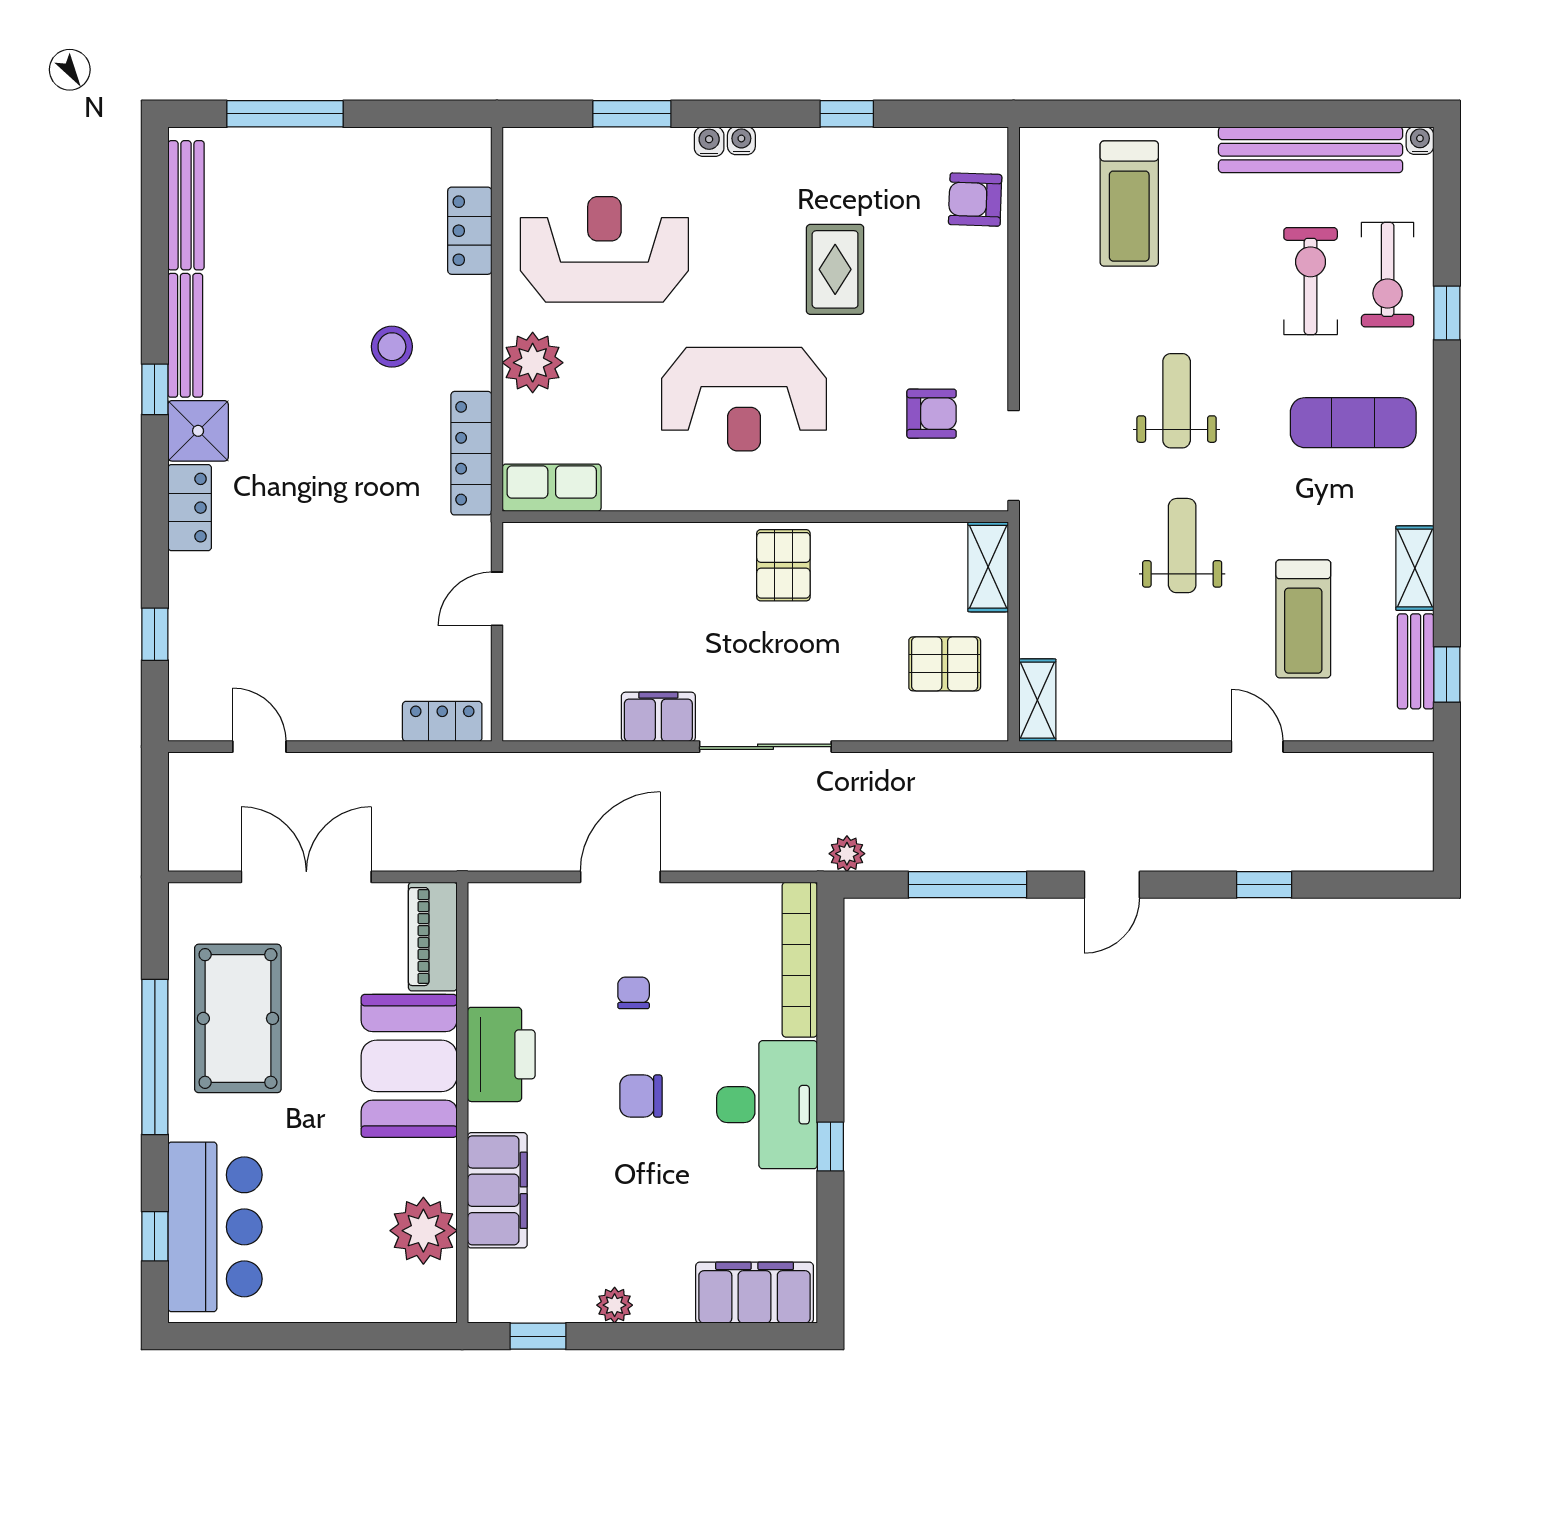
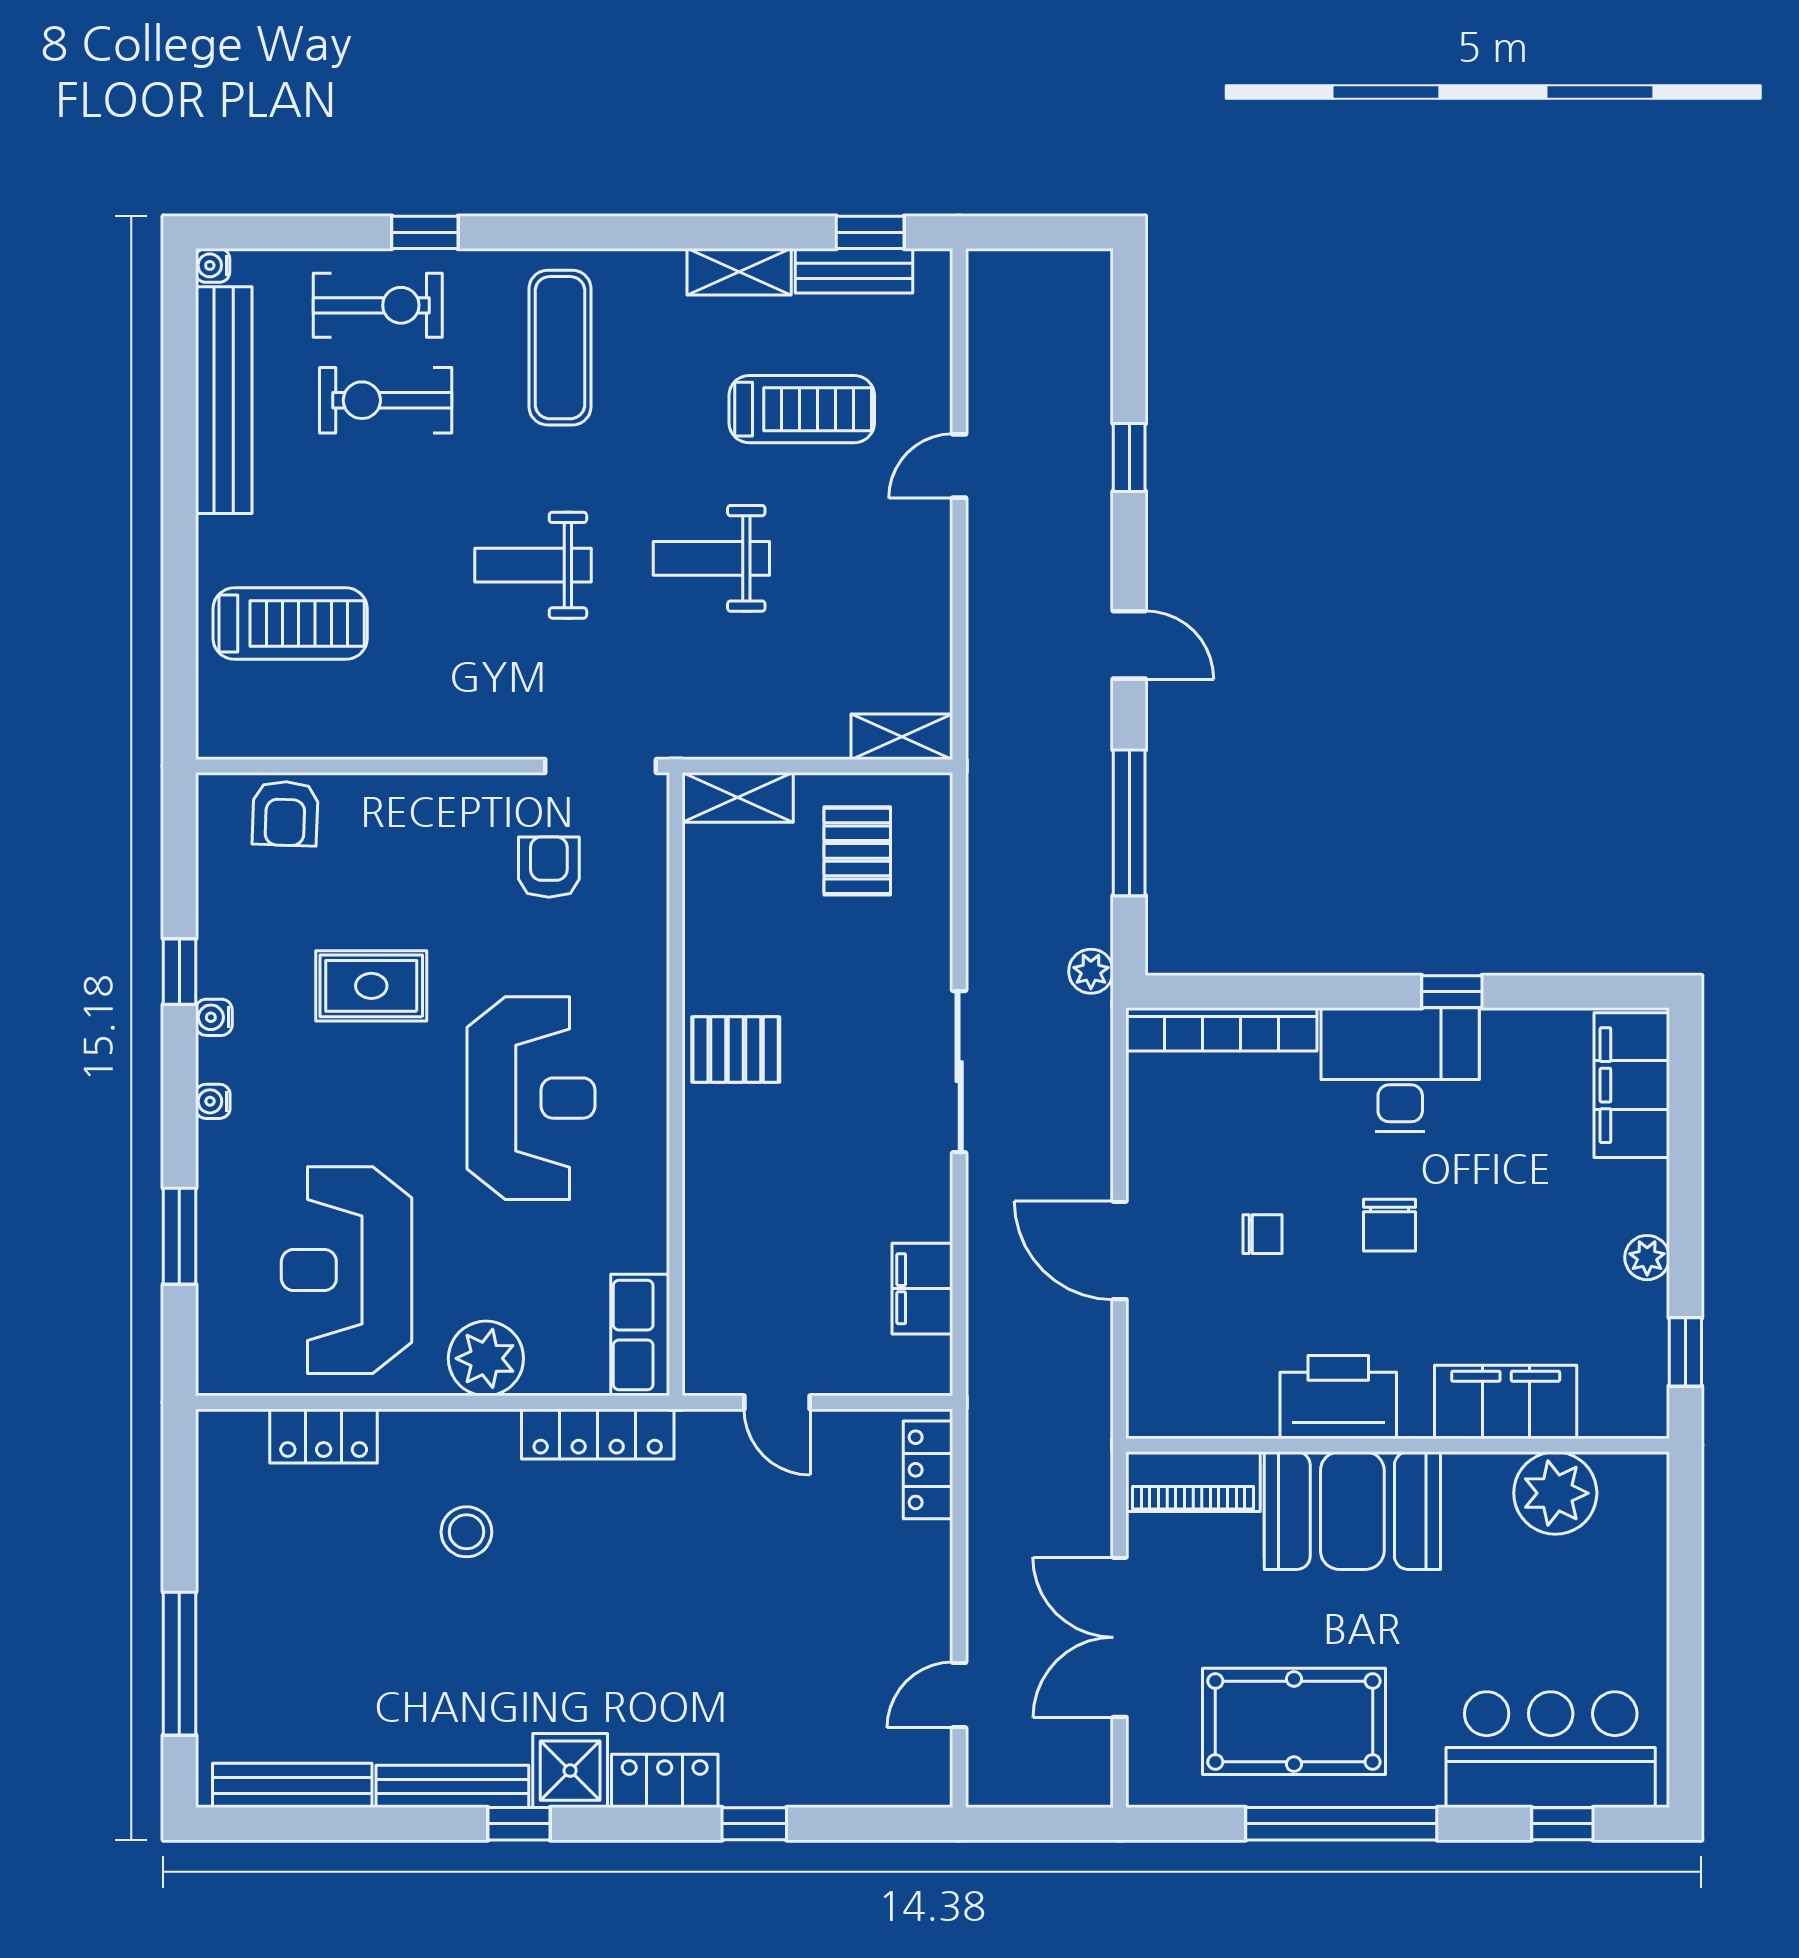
water cooler: (709, 142) -> (214, 1017), moved
window: (155, 634) -> (754, 1824), moved
filing cabinet: (658, 717) -> (922, 1289), moved
chair: (634, 993) -> (1262, 1234), turned 180

